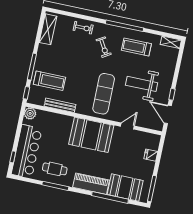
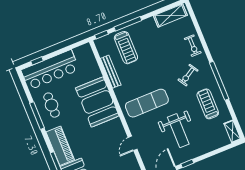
weight bench: (142, 84) -> (178, 131), turned 180
plant: (30, 113) -> (86, 50), removed
door: (127, 126) -> (133, 143), swing flipped
booth: (91, 135) -> (97, 102), moved

